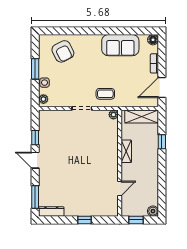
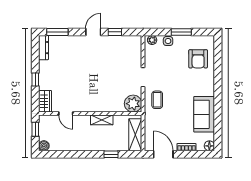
armchair: (63, 51) -> (198, 59), turned -63
plant: (113, 115) -> (133, 104), width x1.87, depth x1.87
wardrobe: (107, 210) -> (45, 101), added

